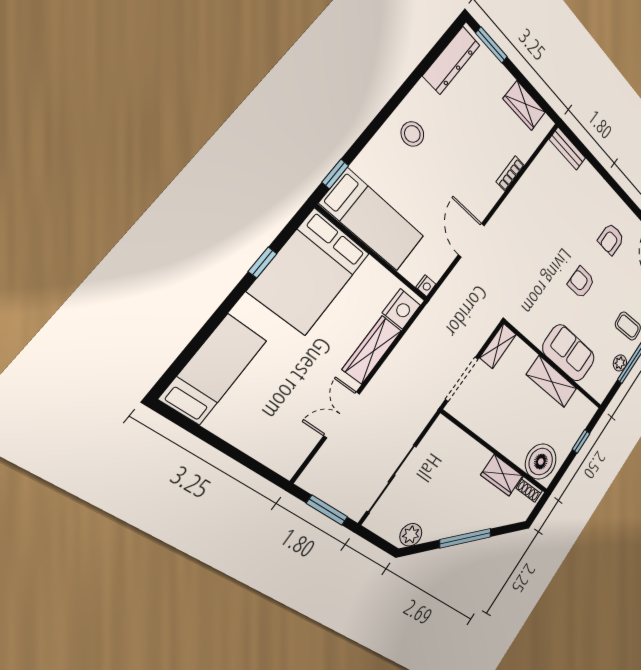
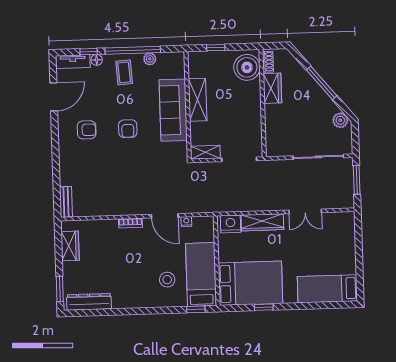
stool: (412, 134) -> (167, 280), moved
bookcase: (510, 173) -> (130, 223), moved
door: (471, 240) -> (165, 216), hinge flipped
nightstand: (426, 286) -> (186, 221), moved
sofa: (569, 353) -> (173, 110), width x1.36

